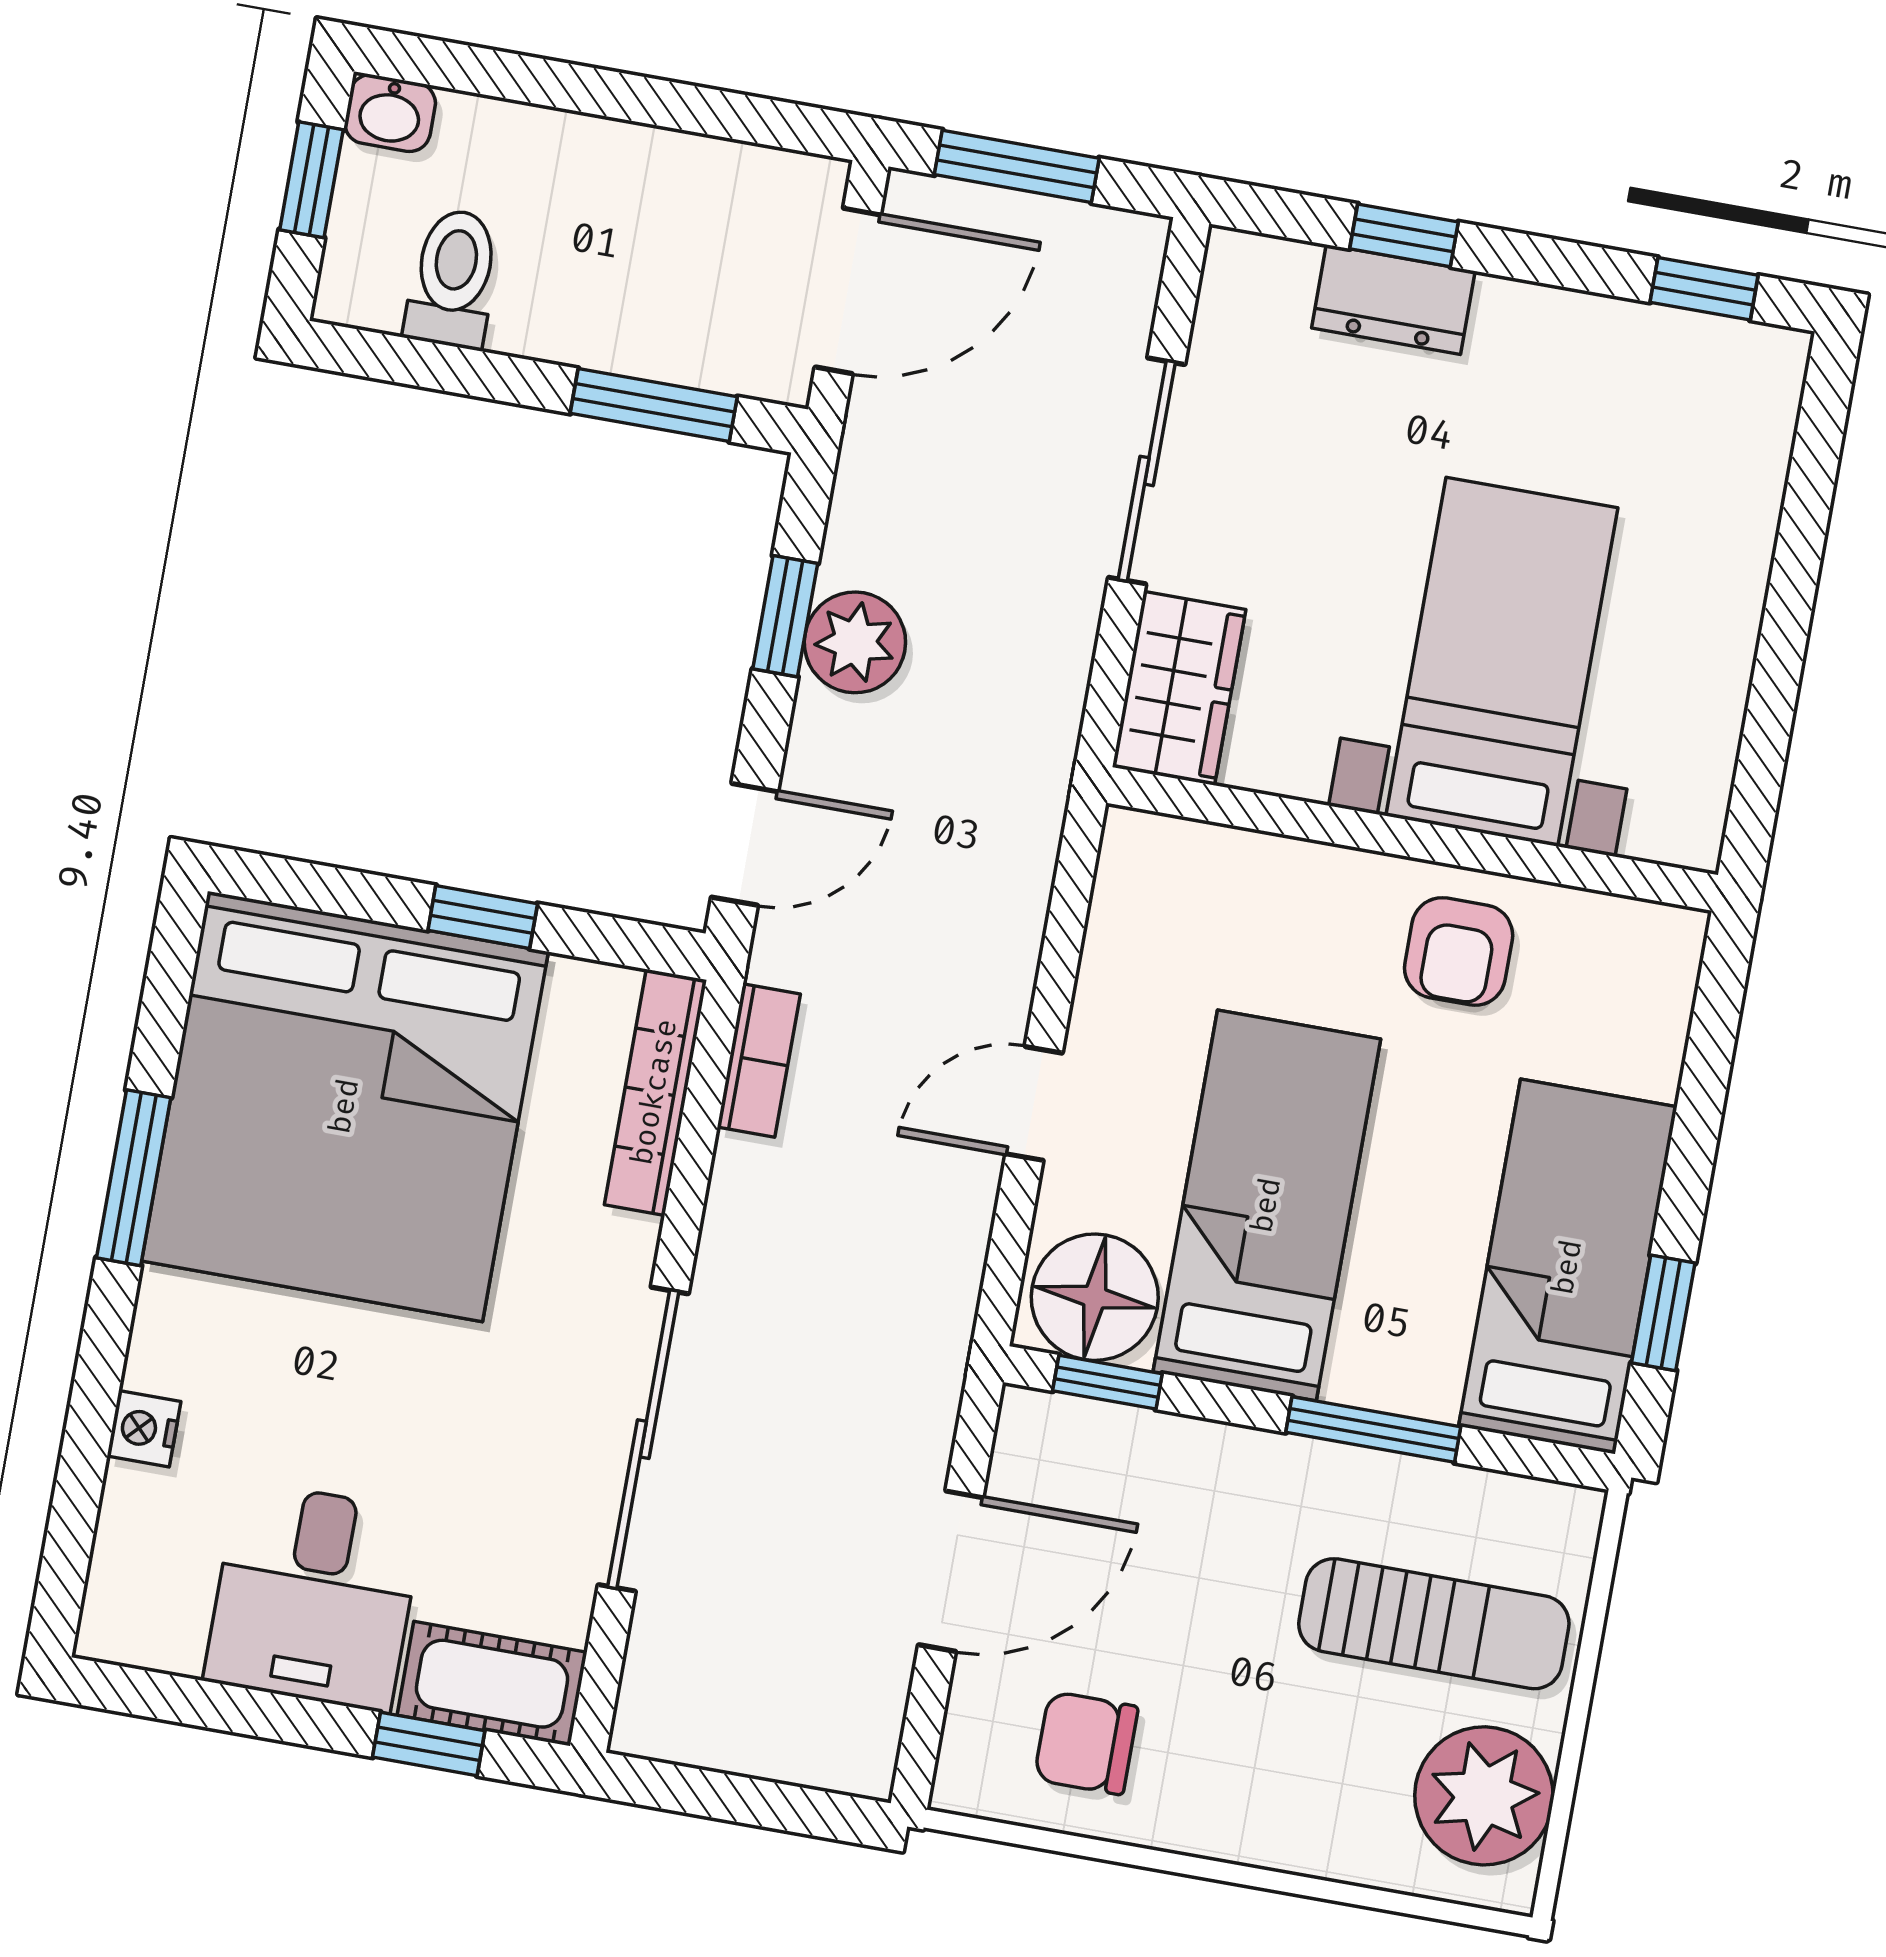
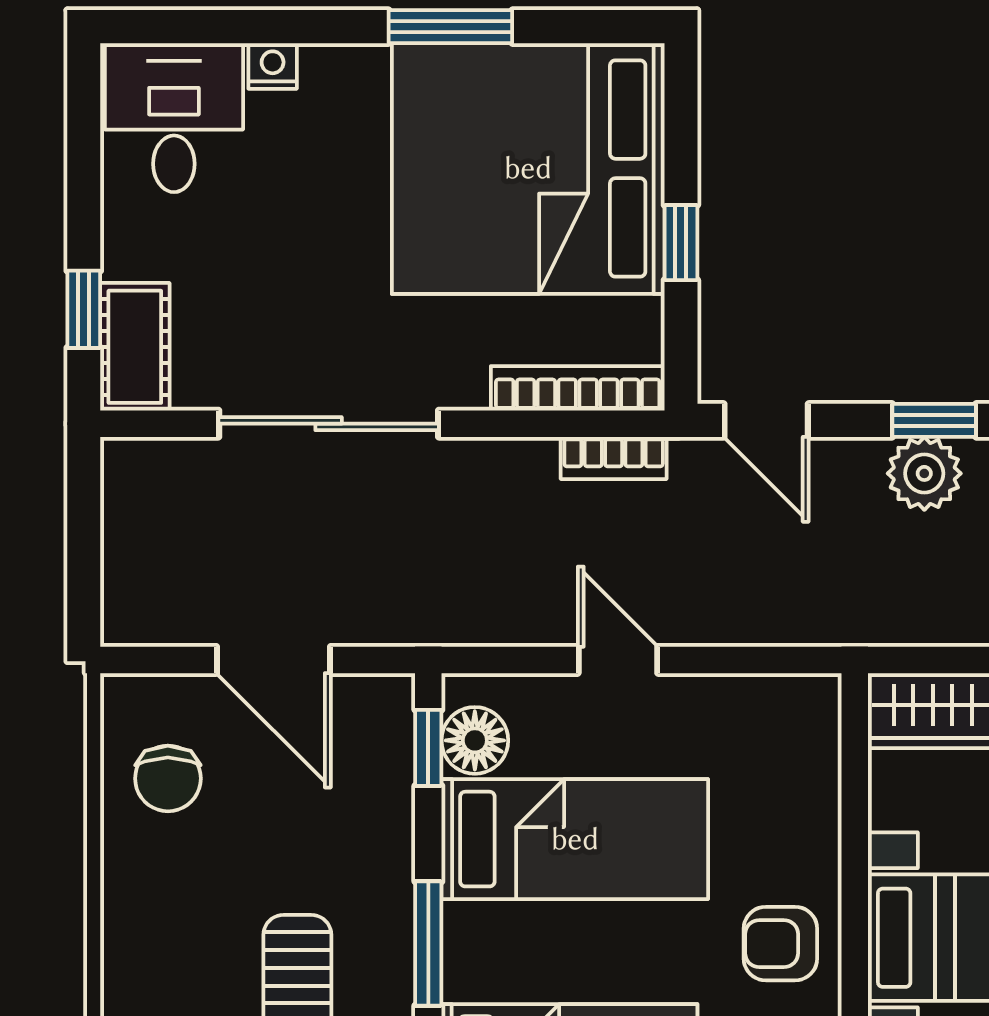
floor lamp: (1095, 1297) -> (475, 740), width x0.73, depth x0.73
desk: (314, 1596) -> (174, 118), moved, turned 90
chair: (1086, 1743) -> (168, 778), turned 180

